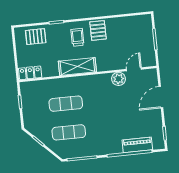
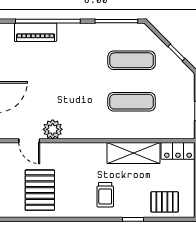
pallet: (98, 30) -> (40, 190), moved, width x1.50, depth x1.42
shelving: (77, 67) -> (133, 153), moved
door: (134, 69) -> (29, 141), hinge flipped

